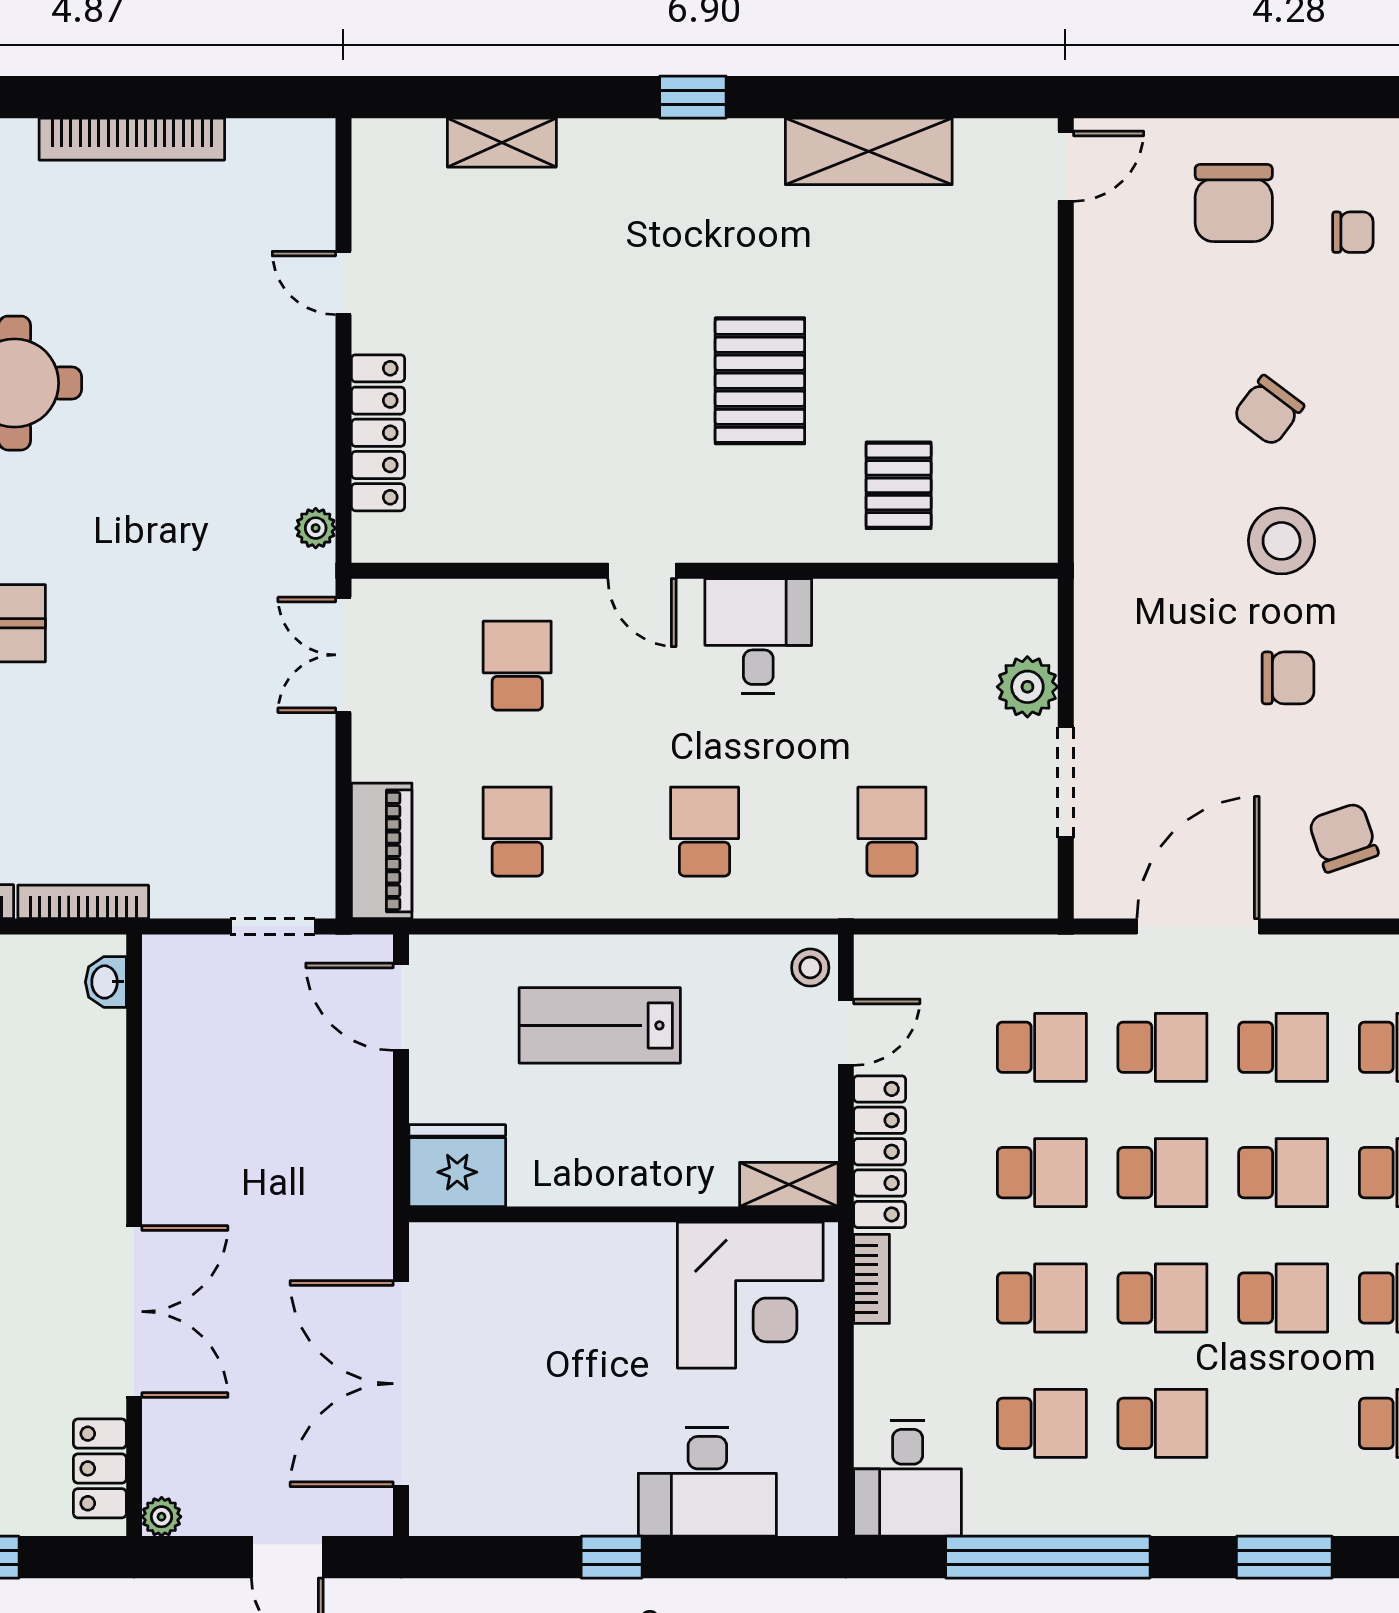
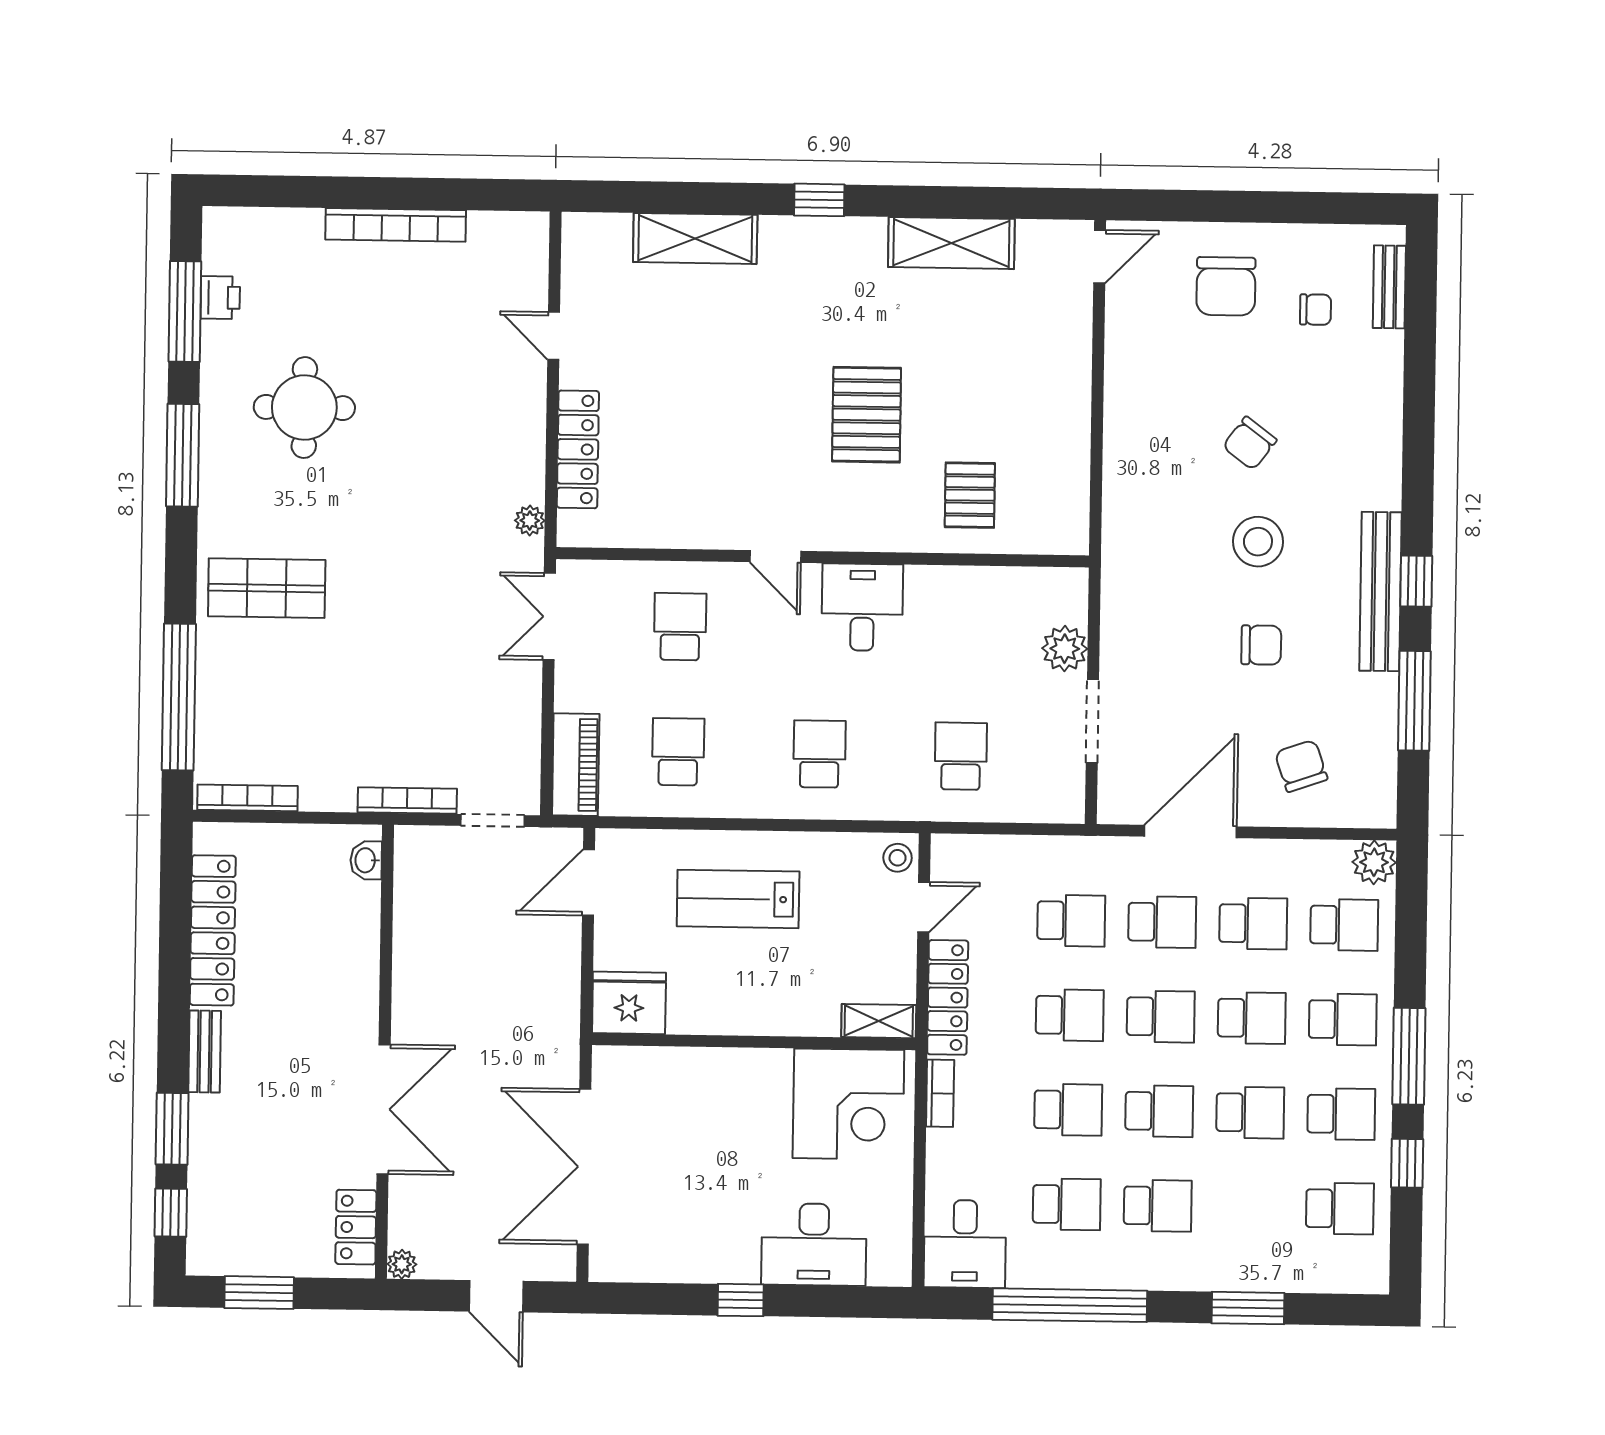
shelving: (502, 143) -> (695, 238), width x1.50, depth x1.33
bookcase: (83, 902) -> (407, 801), moved
door: (401, 1007) -> (588, 882), hinge flipped

